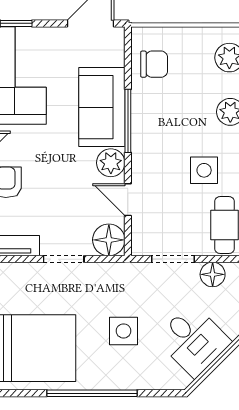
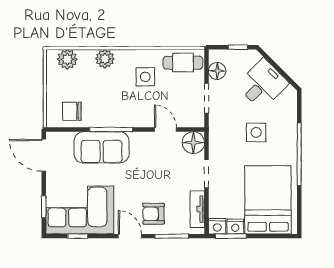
chair: (154, 64) -> (72, 111), turned -90
plant: (111, 163) -> (140, 141), removed
door: (128, 200) -> (165, 129), swing flipped

